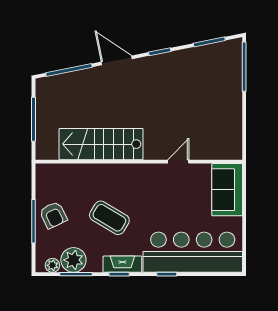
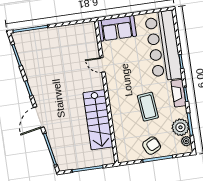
coffee table: (109, 218) -> (148, 107), turned -37

